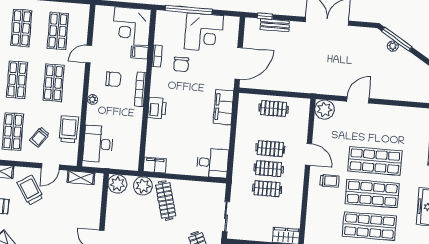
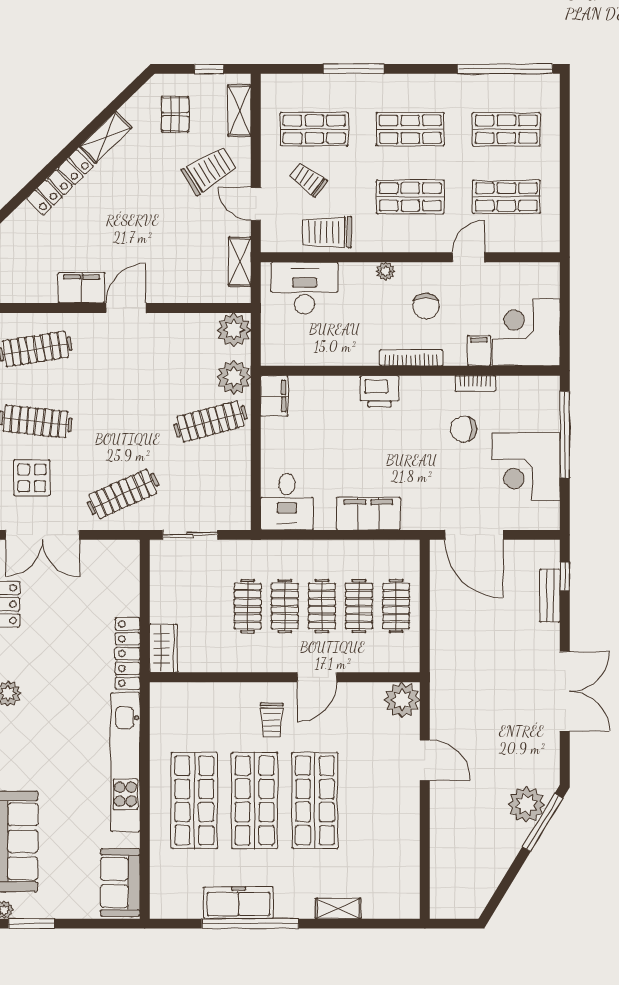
plant: (393, 46) -> (526, 804), width x1.87, depth x1.87
door: (89, 54) -> (468, 257), hinge flipped
filing cabinet: (223, 107) -> (368, 514), moved
trolley: (69, 129) -> (327, 232), turned 180
clothes rail: (272, 129) -> (359, 606), added

